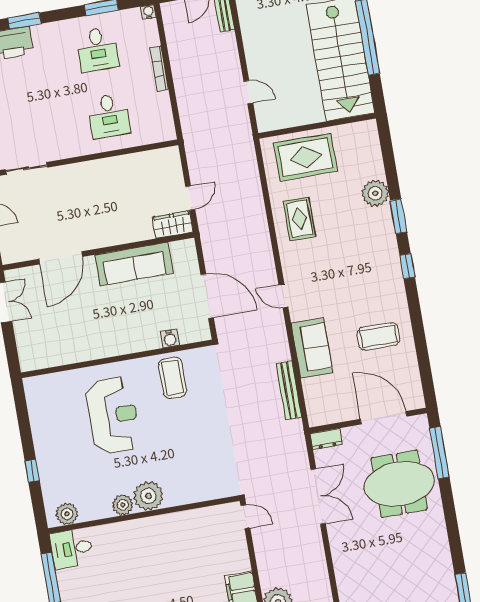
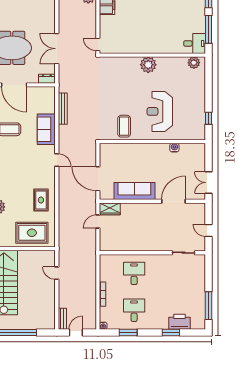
door: (207, 296) -> (98, 179), moved
water cooler: (170, 338) -> (174, 148), moved
window: (32, 471) -> (209, 118), moved
plant: (123, 505) -> (163, 62), removed

